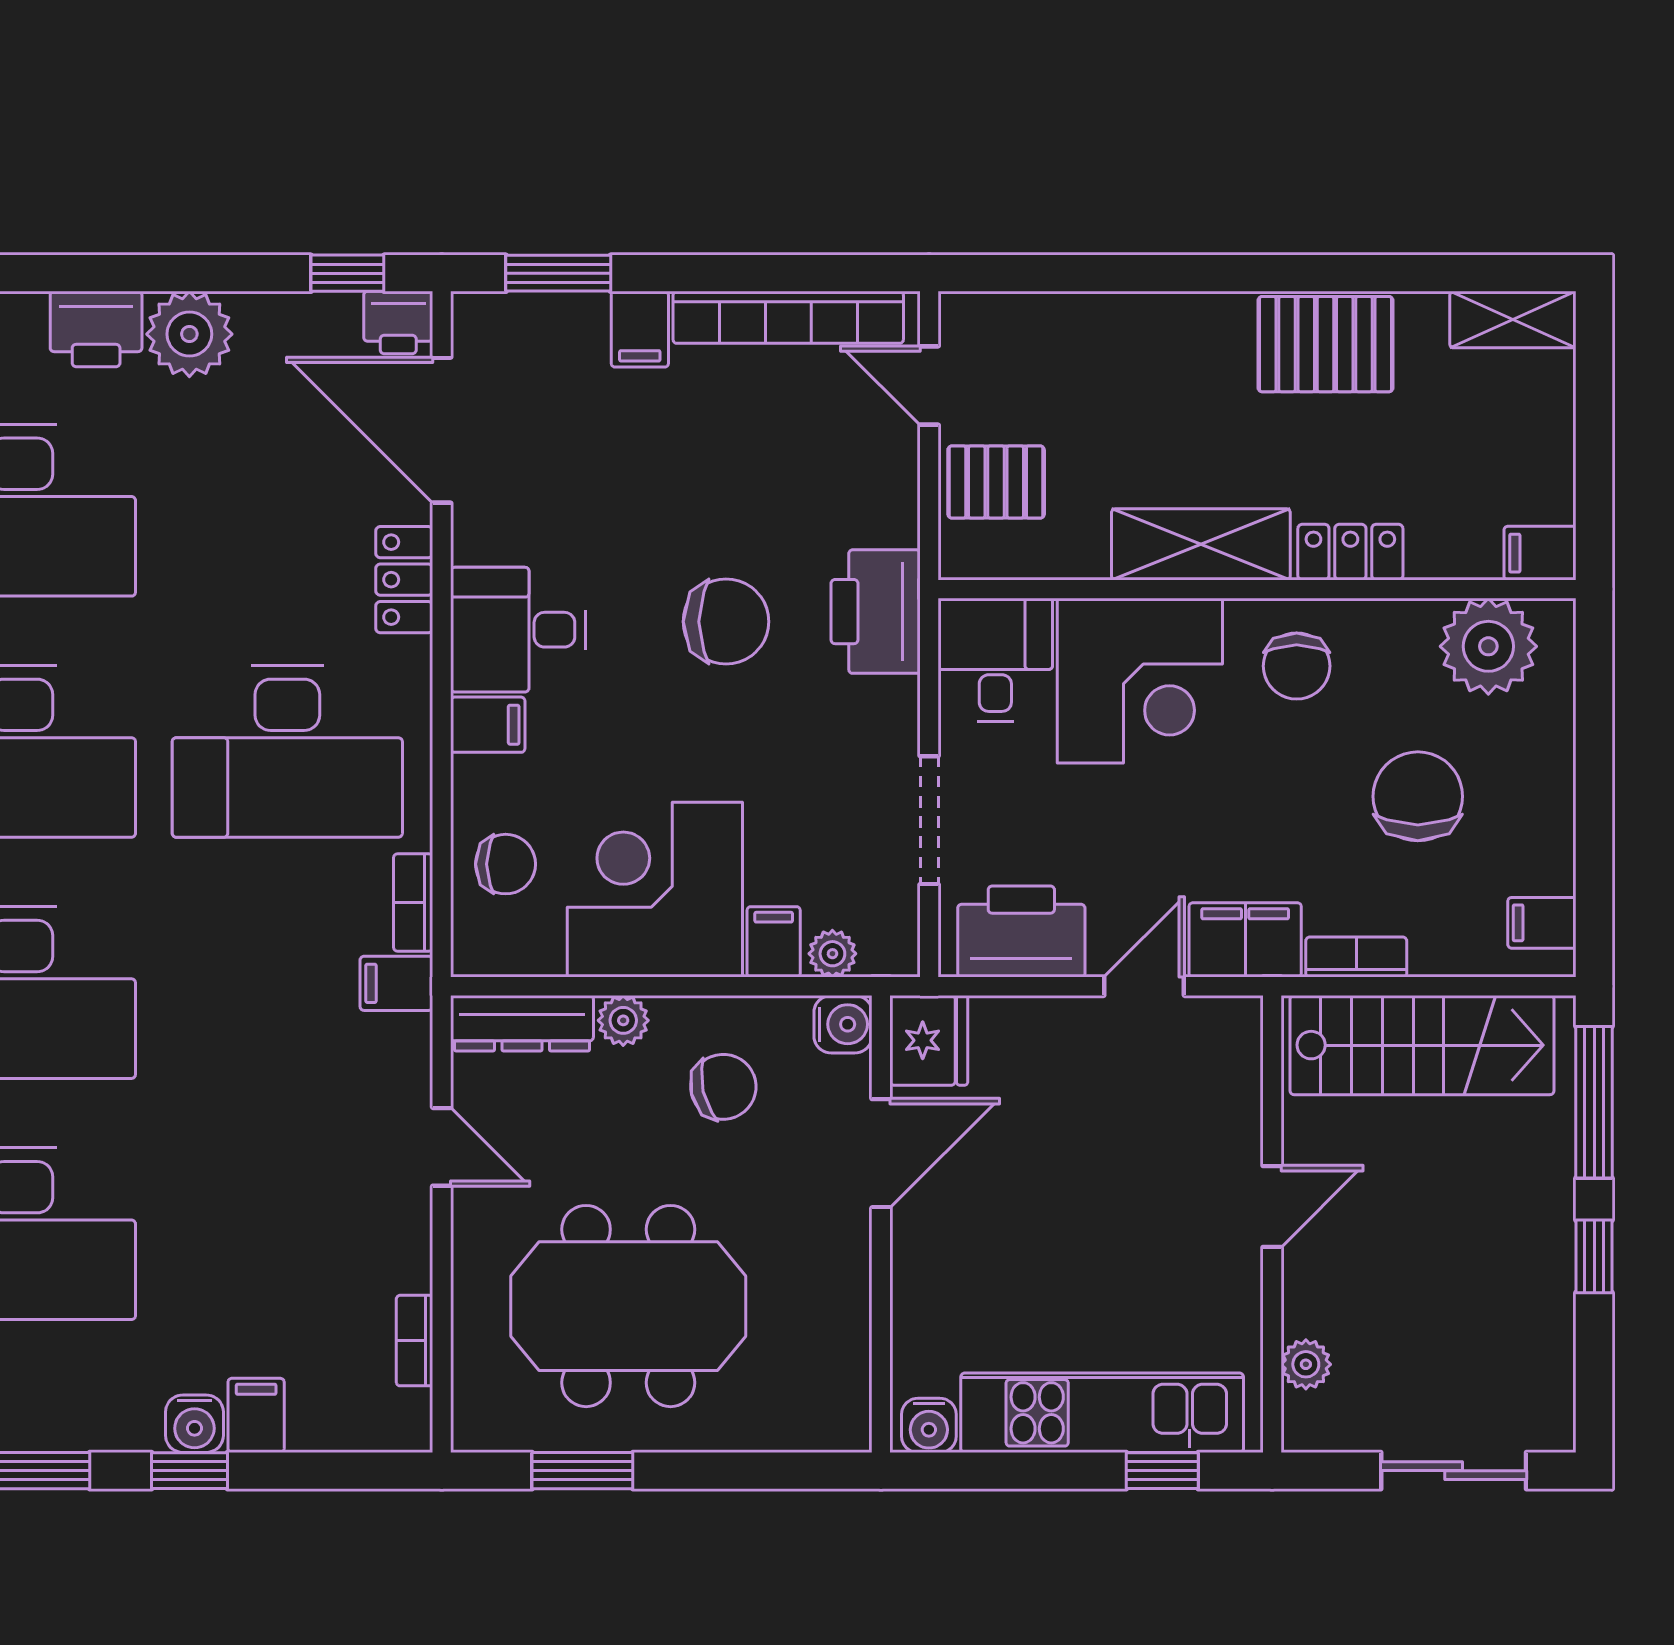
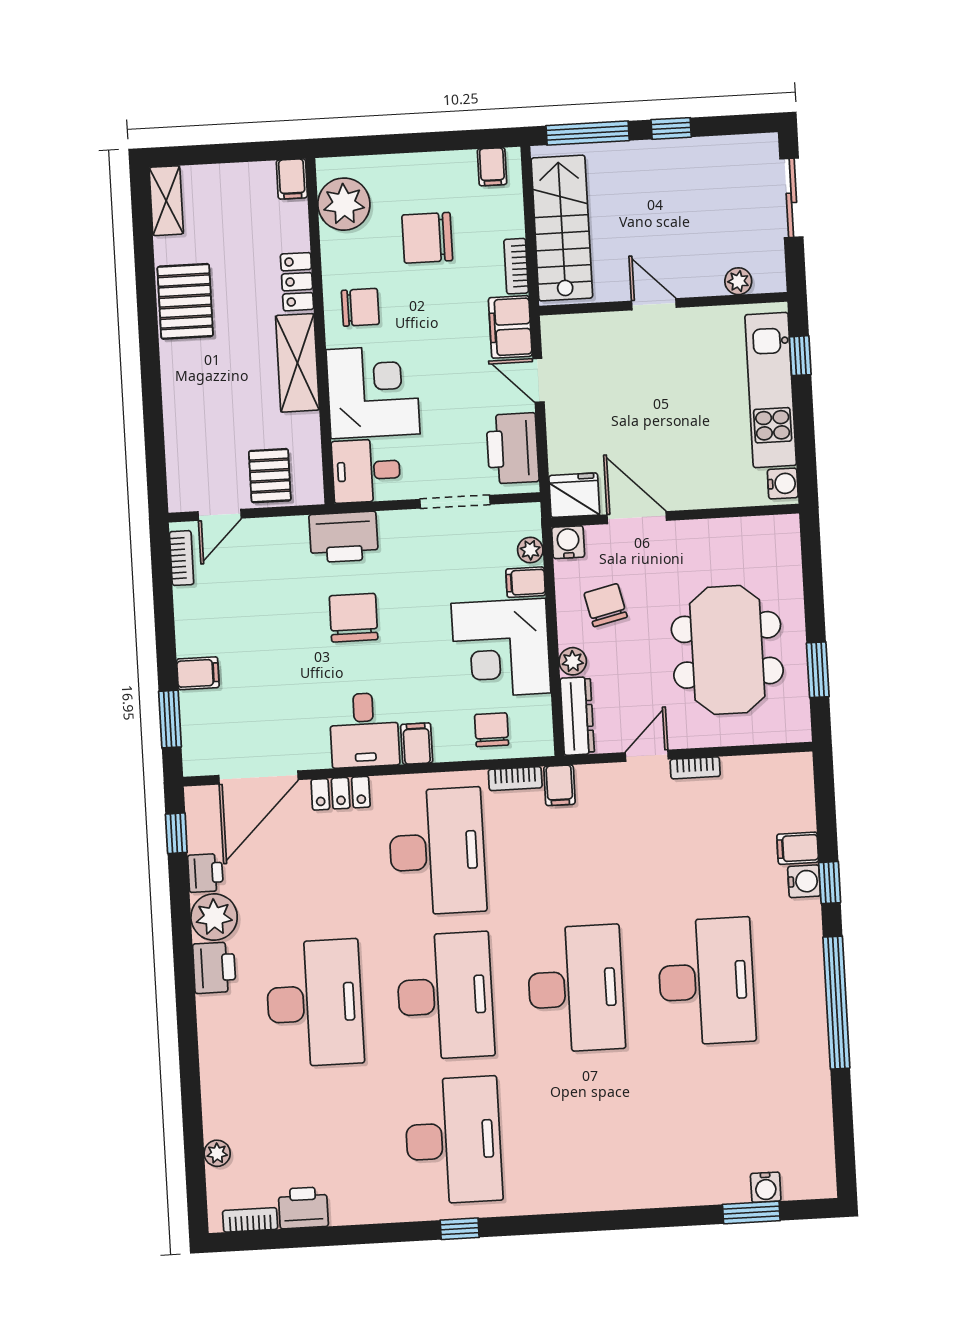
bookcase: (788, 317) -> (182, 558), width x0.43, depth x0.76
printer: (398, 323) -> (205, 873), moved
bookcase: (415, 1341) -> (695, 768), moved

